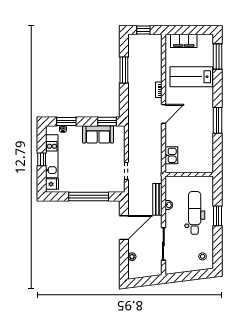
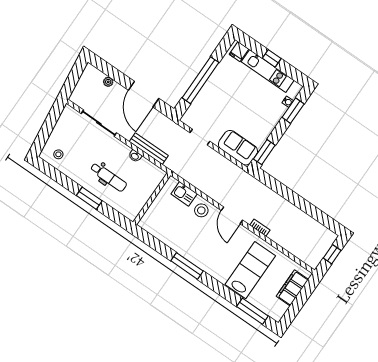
window: (124, 70) -> (305, 206), removed
sofa: (98, 134) -> (238, 148), moved, turned 90
stool: (174, 136) -> (201, 210), added
dental chair: (195, 213) -> (108, 177), width x0.73, depth x0.72

